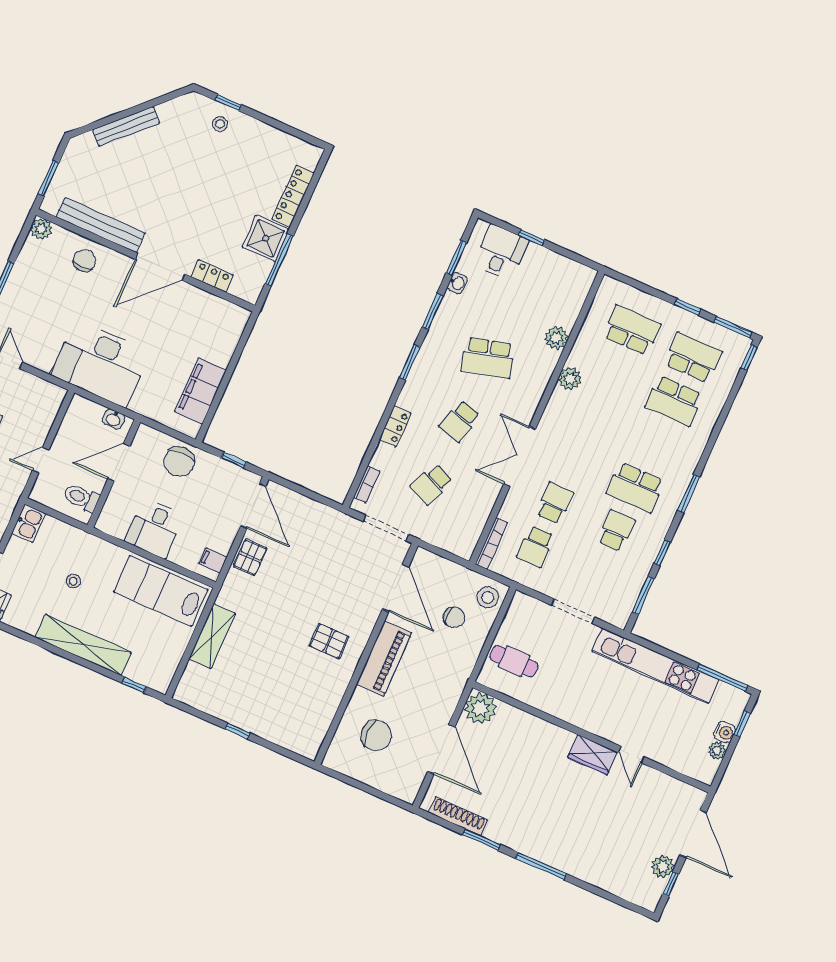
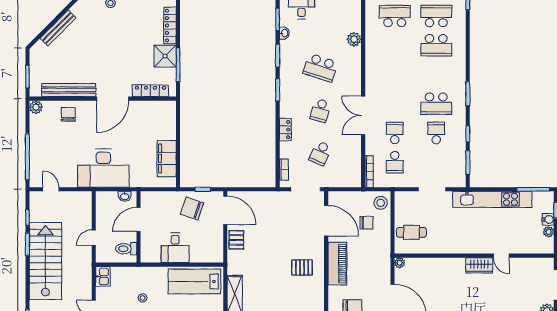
locker: (212, 276) -> (150, 91), width x1.53
school desk: (488, 358) -> (320, 68), turned 33
plant: (570, 379) -> (372, 59), removed
chair: (179, 462) -> (192, 208), moved, turned 109
filing cabinet: (213, 560) -> (216, 251), removed
plant: (480, 708) -> (400, 263), width x0.53, depth x0.53

